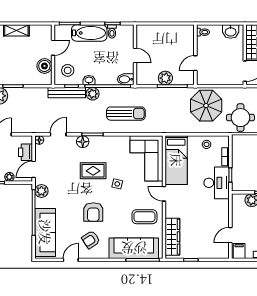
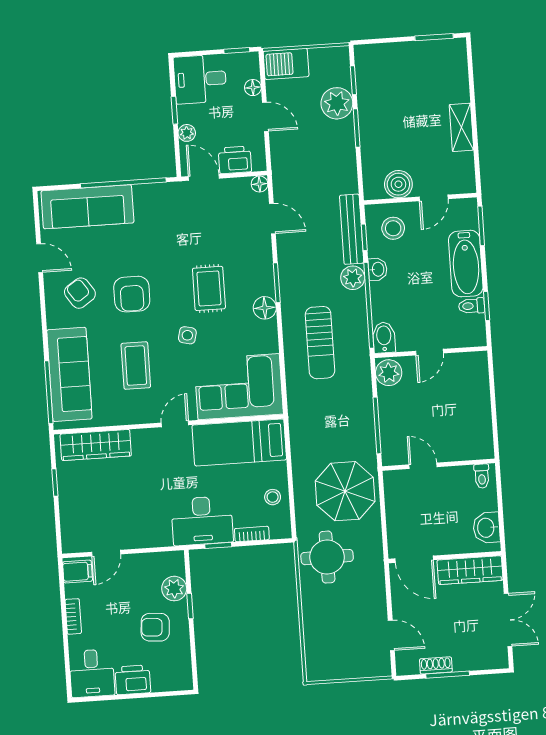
door: (53, 48) -> (434, 198), hinge flipped
plant: (165, 78) -> (389, 373), moved
floor lamp: (83, 142) -> (265, 308), moved
plant: (41, 191) -> (164, 195), removed
armchair: (93, 212) -> (132, 294), turned -90
coffee table: (144, 217) -> (136, 366), moved
door: (230, 235) -> (106, 553), swing flipped

